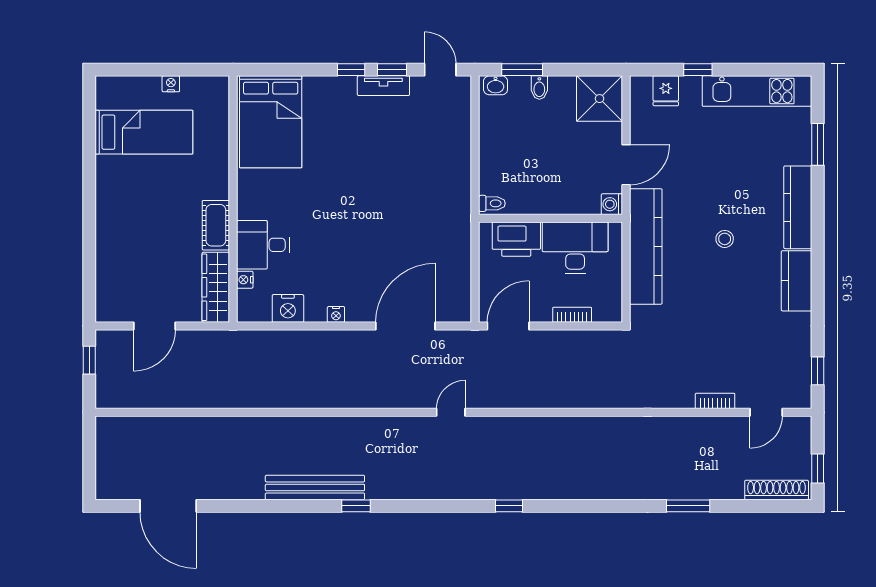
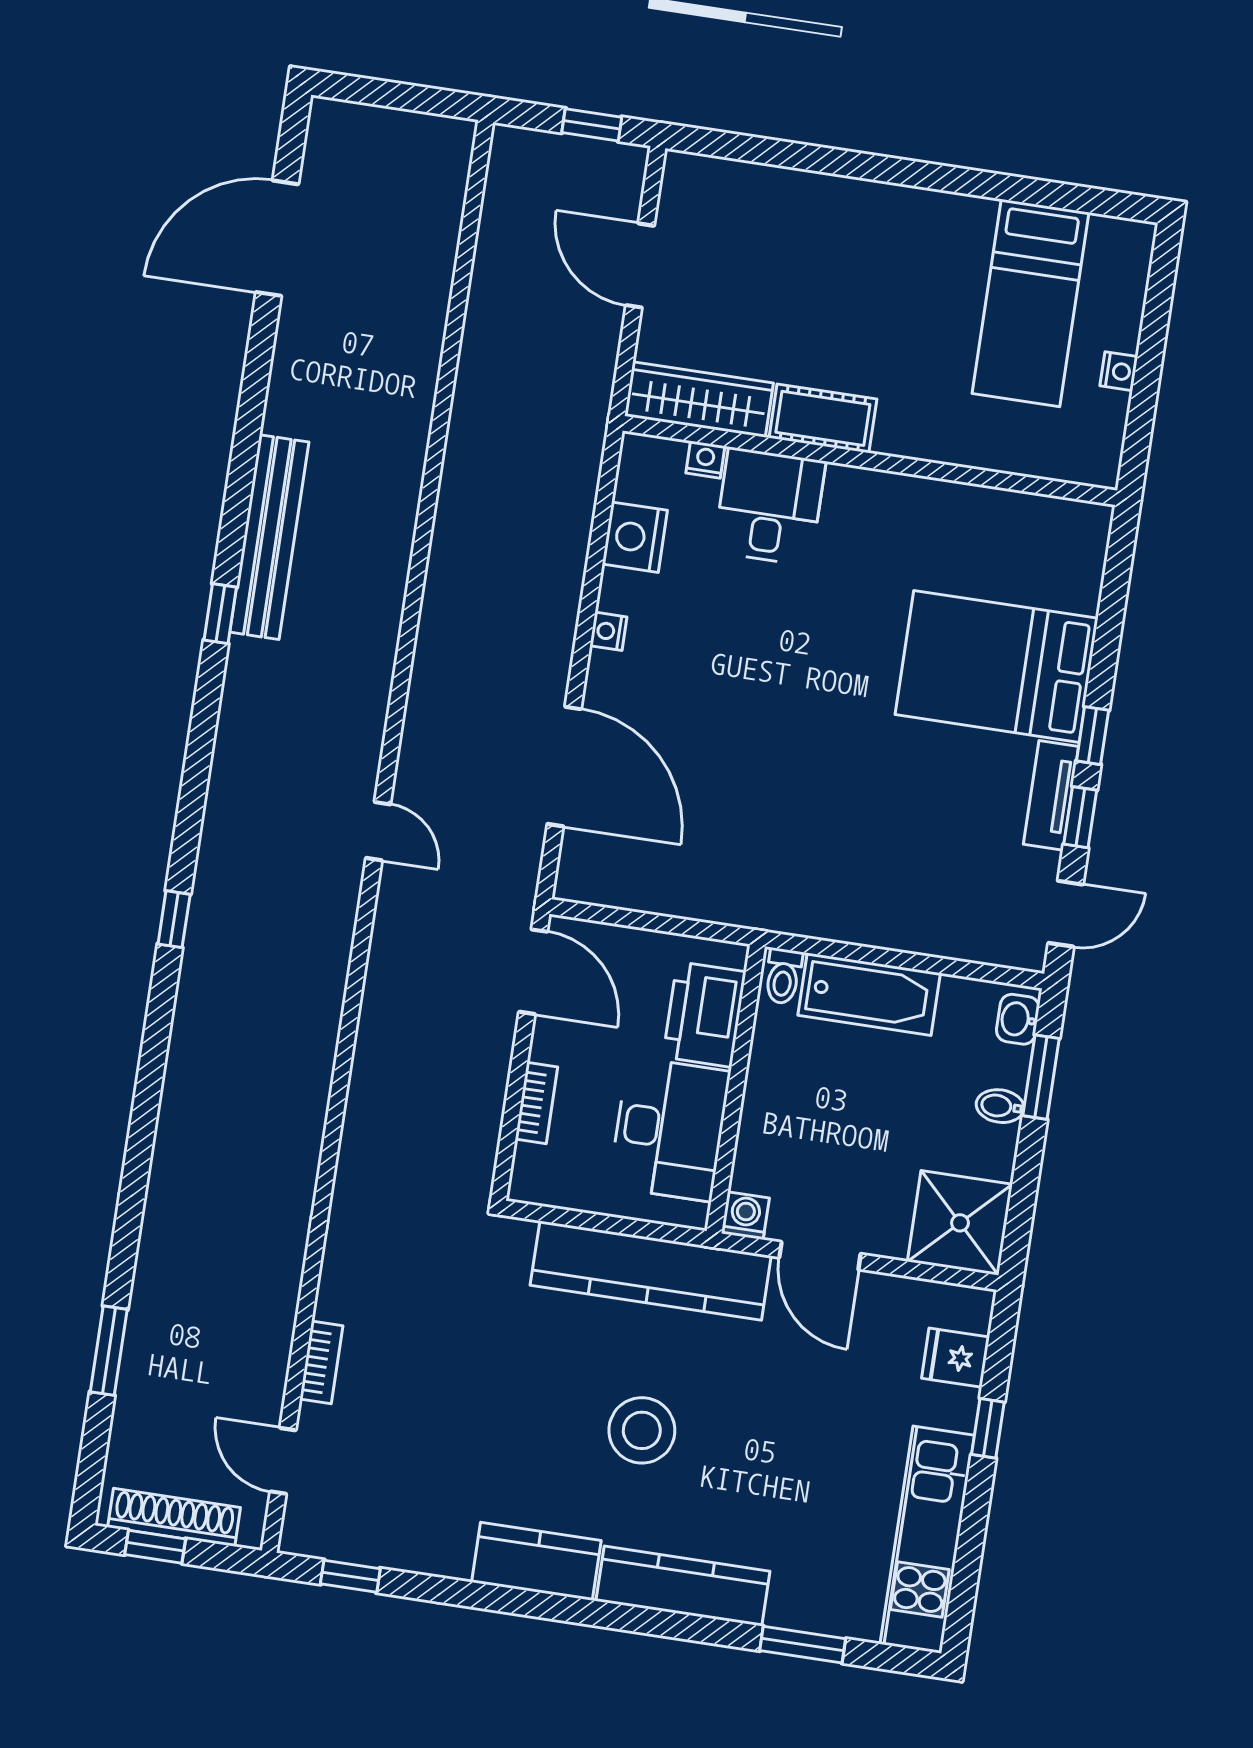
bed: (271, 122) -> (997, 666), moved
bathtub: (494, 160) -> (869, 994), added
stool: (725, 239) -> (642, 1430), width x1.89, depth x1.89
shoe rack: (777, 490) -> (174, 1517), moved, turned -90
window: (688, 506) -> (109, 1351), moved

